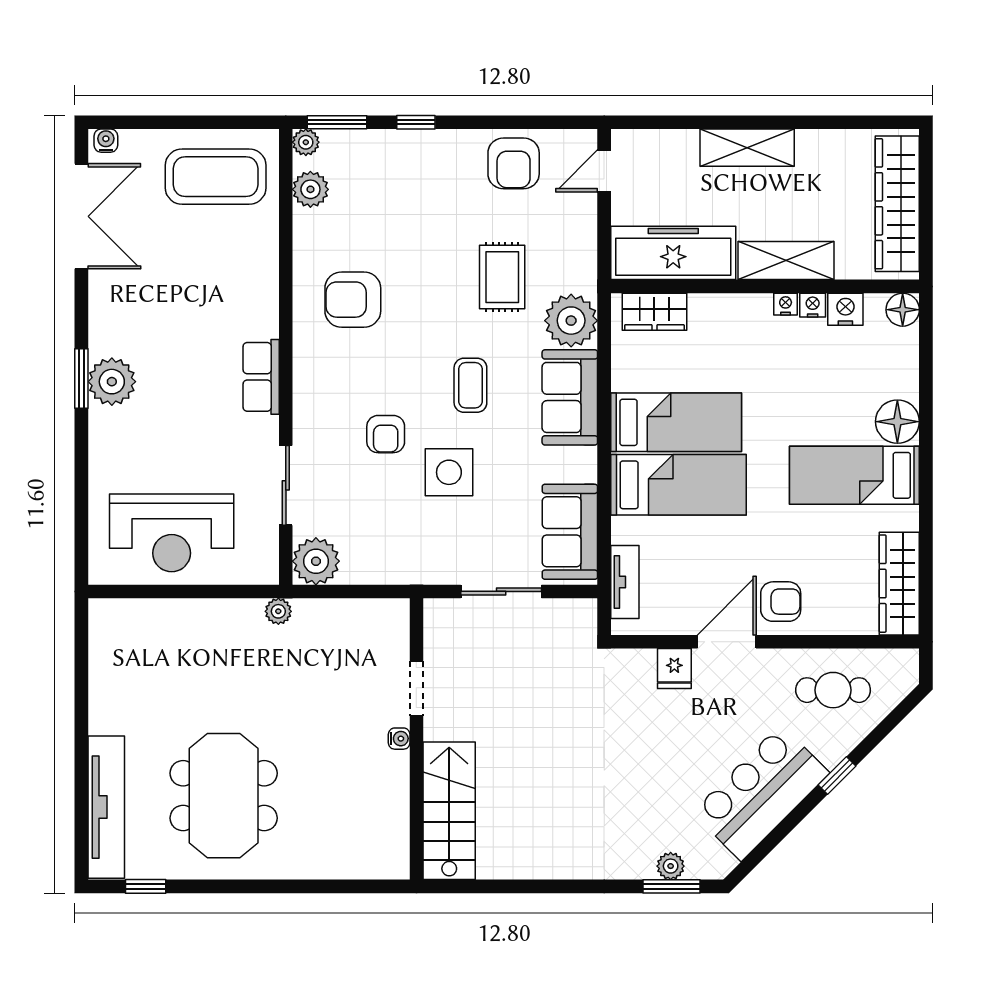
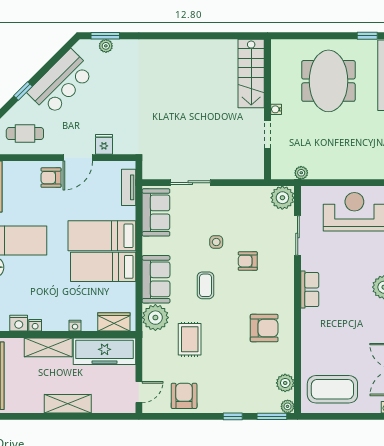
nightstand: (786, 304) -> (75, 326), moved
armchair: (386, 434) -> (248, 261), turned -90
side table: (449, 472) -> (216, 242), width x0.54, depth x0.54
doorway: (416, 688) -> (267, 134), moved
water cooler: (399, 739) -> (276, 109), moved
wall: (416, 739) -> (267, 109), moved
stairs: (449, 811) -> (251, 73), moved

